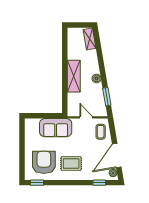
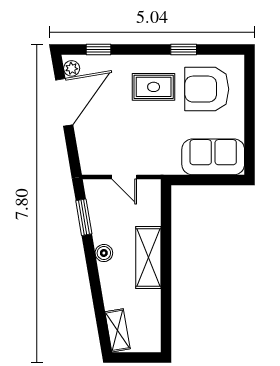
sofa: (56, 128) -> (213, 157), moved
coffee table: (101, 132) -> (96, 149), removed
armchair: (44, 162) -> (207, 89), turned 90
window: (37, 183) -> (184, 50), moved

